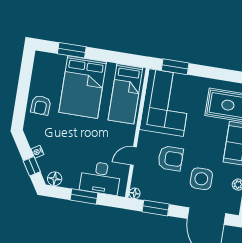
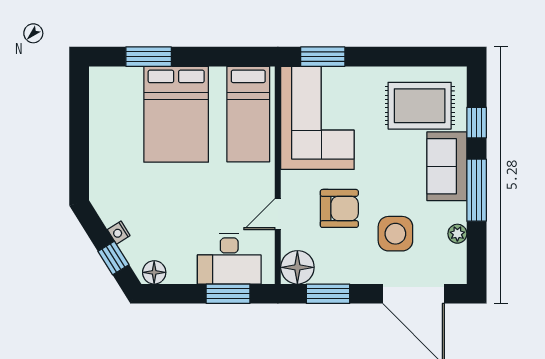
armchair: (41, 105) -> (112, 155), removed
floor lamp: (135, 193) -> (297, 267), width x1.89, depth x1.89
window: (84, 196) -> (228, 294), moved

